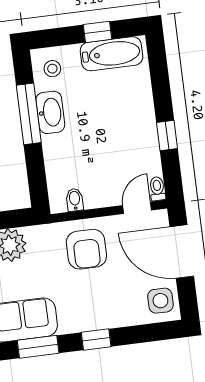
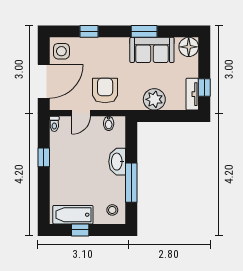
washbasin: (50, 112) -> (117, 162), moved
door: (137, 208) -> (81, 113), moved
door: (182, 251) -> (44, 81), hinge flipped
window: (96, 339) -> (89, 31), moved

